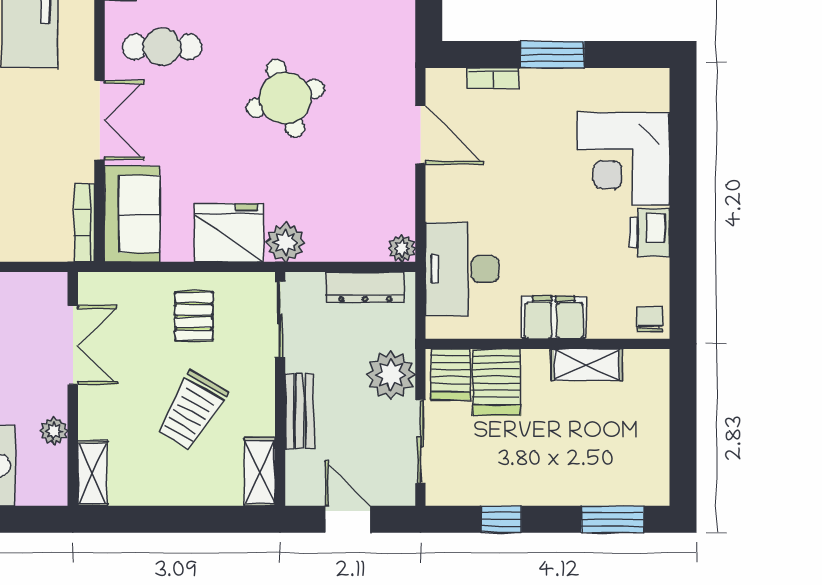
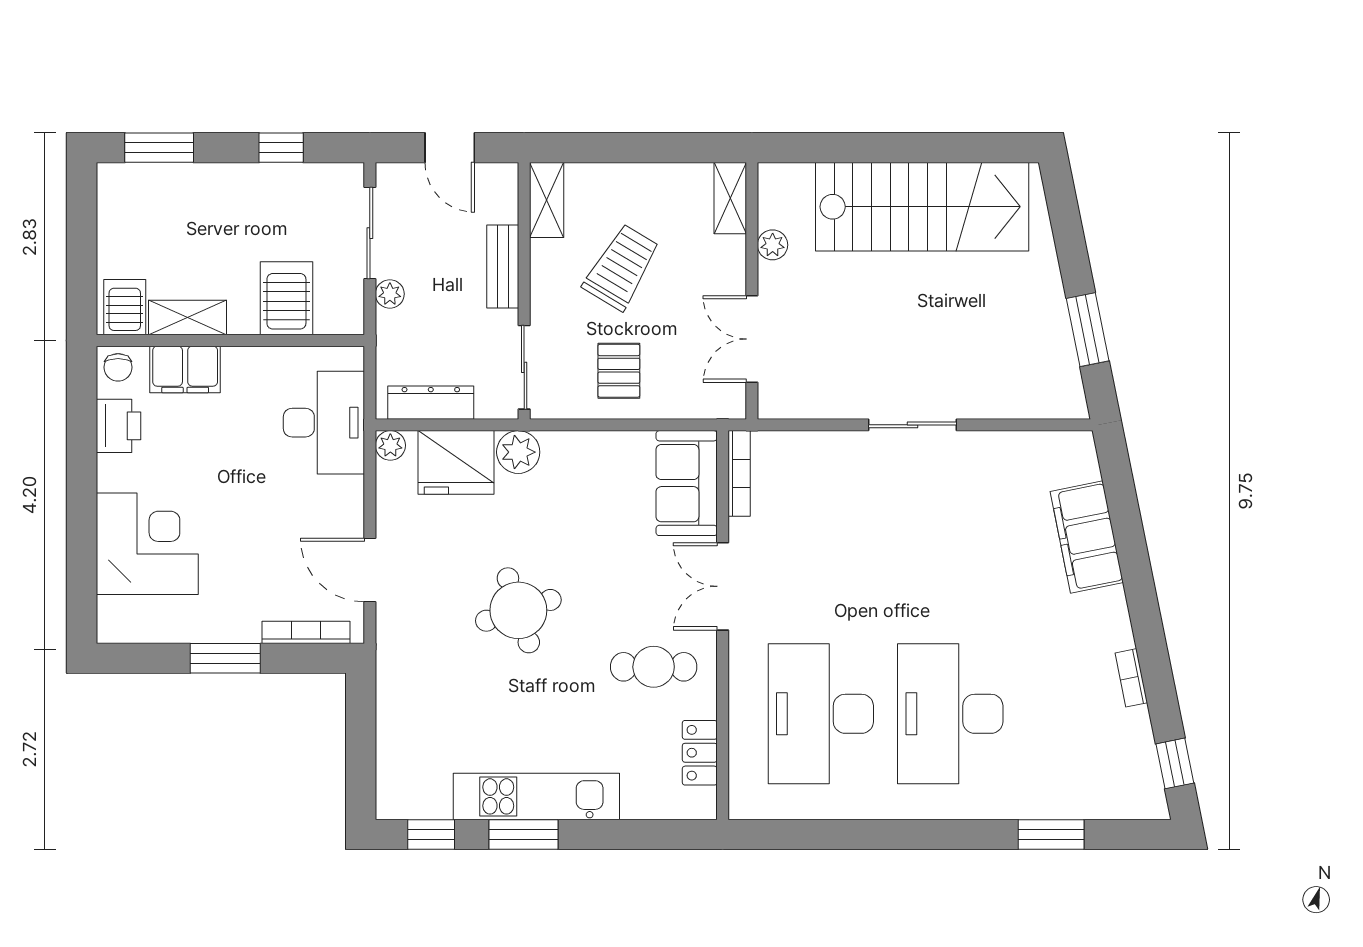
bookcase: (493, 78) -> (306, 632), width x1.56
printer: (649, 232) -> (118, 426), moved
fridge: (229, 233) -> (456, 462), moved
filing cabinet: (554, 317) -> (185, 369), moved
server rack: (451, 374) -> (125, 307), moved
plant: (391, 375) -> (390, 294), width x0.53, depth x0.53

